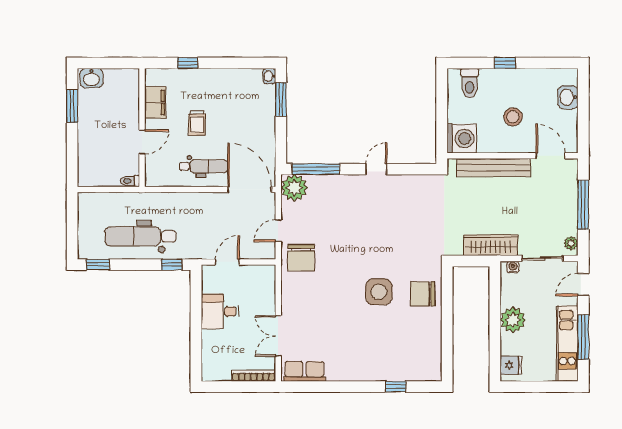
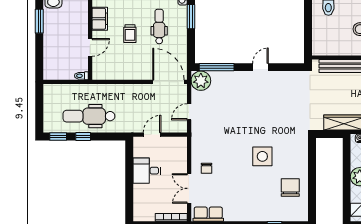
washing machine: (462, 139) -> (323, 45), removed
dental chair: (204, 166) -> (159, 26), moved, turned -90
chair: (301, 258) -> (207, 168), moved, width x0.54, depth x0.54
window: (172, 265) -> (83, 137), moved
chair: (423, 294) -> (290, 188), moved, turned 90

